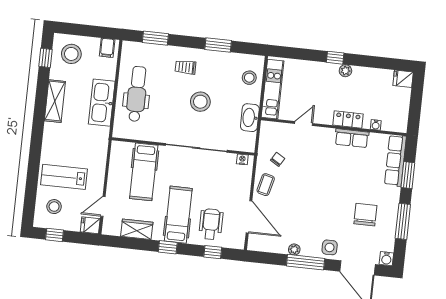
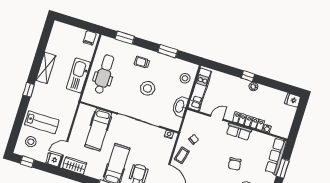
stool: (71, 54) -> (64, 37), removed
window: (45, 58) -> (29, 90), moved
locker: (348, 120) -> (248, 121), width x1.53
row of seats: (352, 138) -> (239, 132), moved
lab bench: (64, 177) -> (42, 122), turned 180
chair: (341, 182) -> (235, 164), added
wardrobe: (137, 229) -> (75, 166), moved

